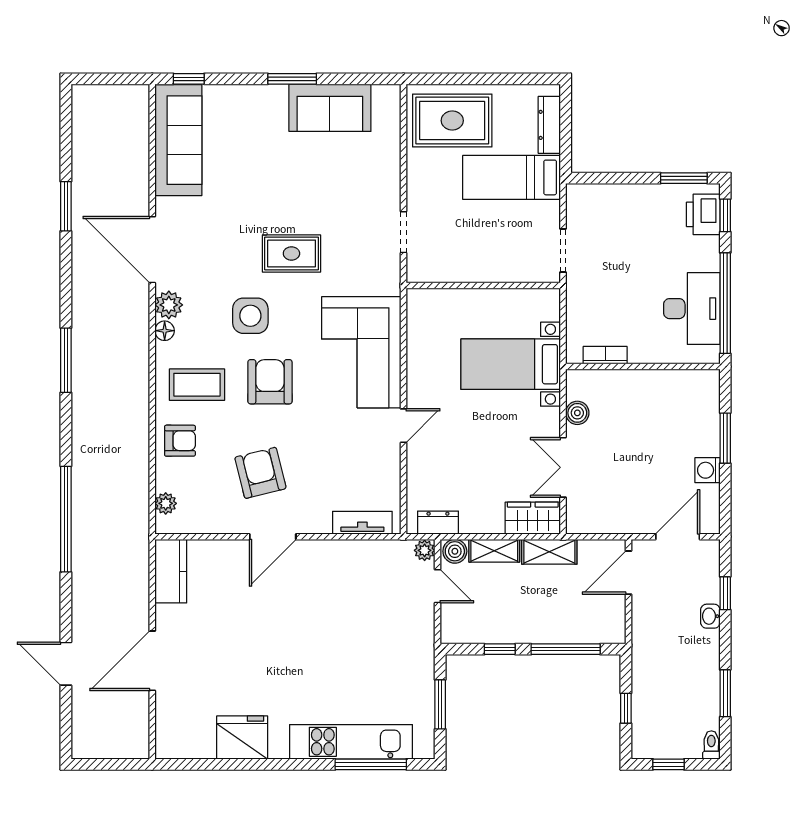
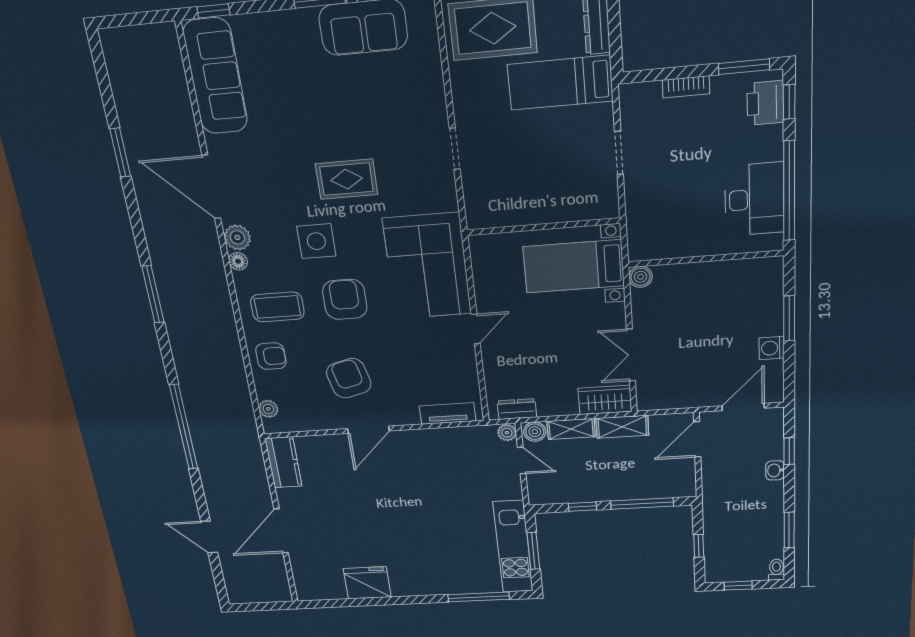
wall: (483, 285) -> (543, 227), moved
bookcase: (605, 355) -> (686, 87), moved, turned 180
boiler: (577, 413) -> (640, 277), moved
kitchen unit: (351, 742) -> (513, 547), moved, turned -90

